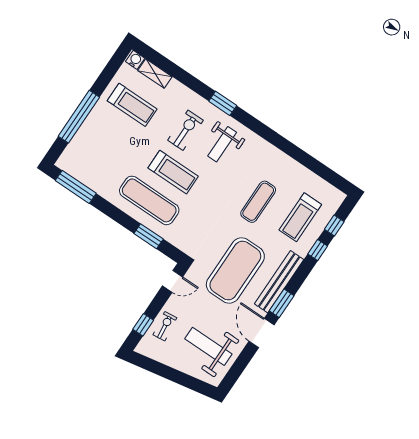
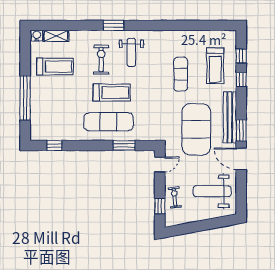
window: (76, 187) -> (54, 145), width x0.46

